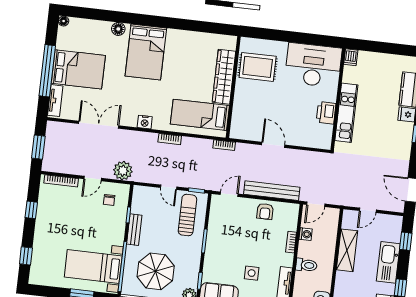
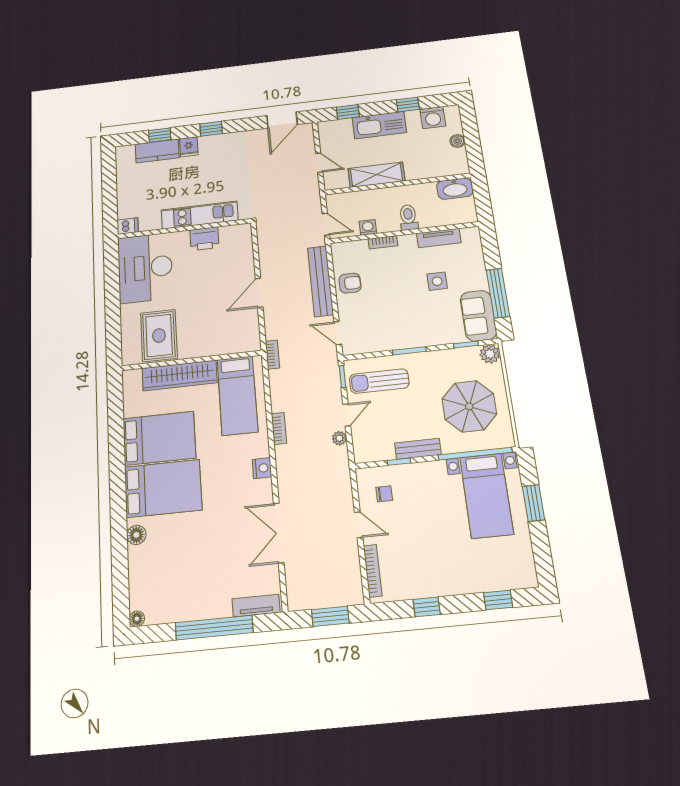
bed: (78, 69) -> (159, 438), moved, turned 90
plant: (123, 171) -> (339, 438), moved, width x0.53, depth x0.53

